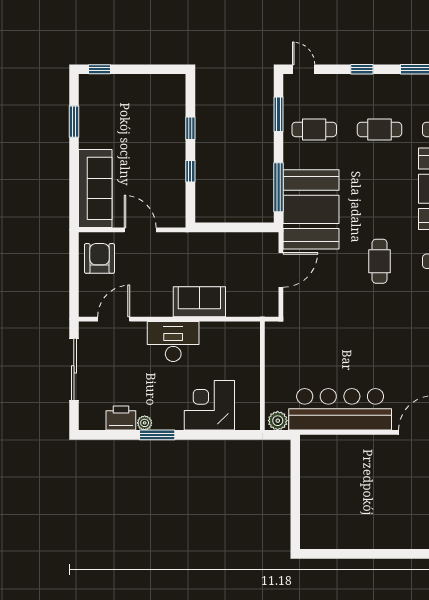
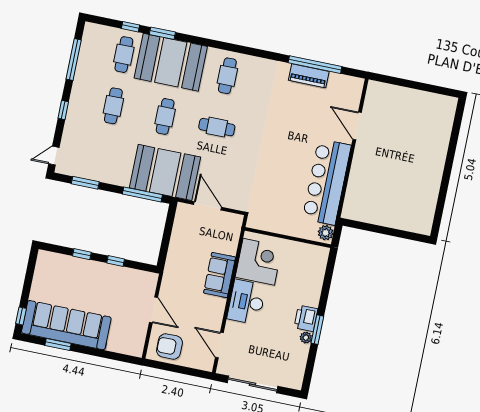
cafe table: (314, 129) -> (165, 116), moved
sofa: (95, 188) -> (66, 325), moved, width x1.36, depth x1.27
door: (140, 230) -> (154, 310), swing flipped
corner desk: (209, 405) -> (259, 262), moved, turned 180
printer: (121, 418) -> (306, 318), moved

